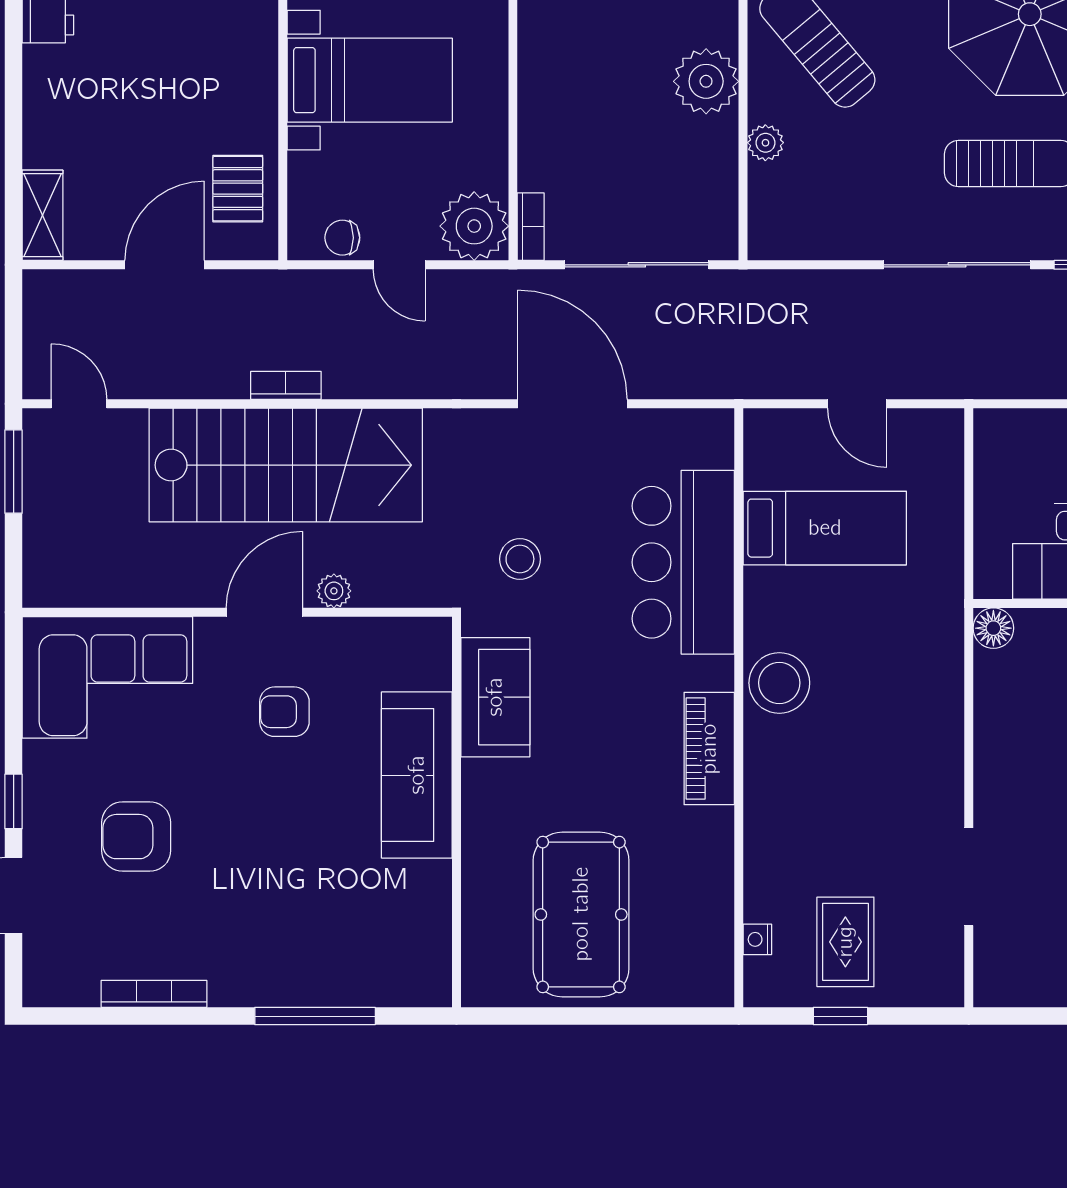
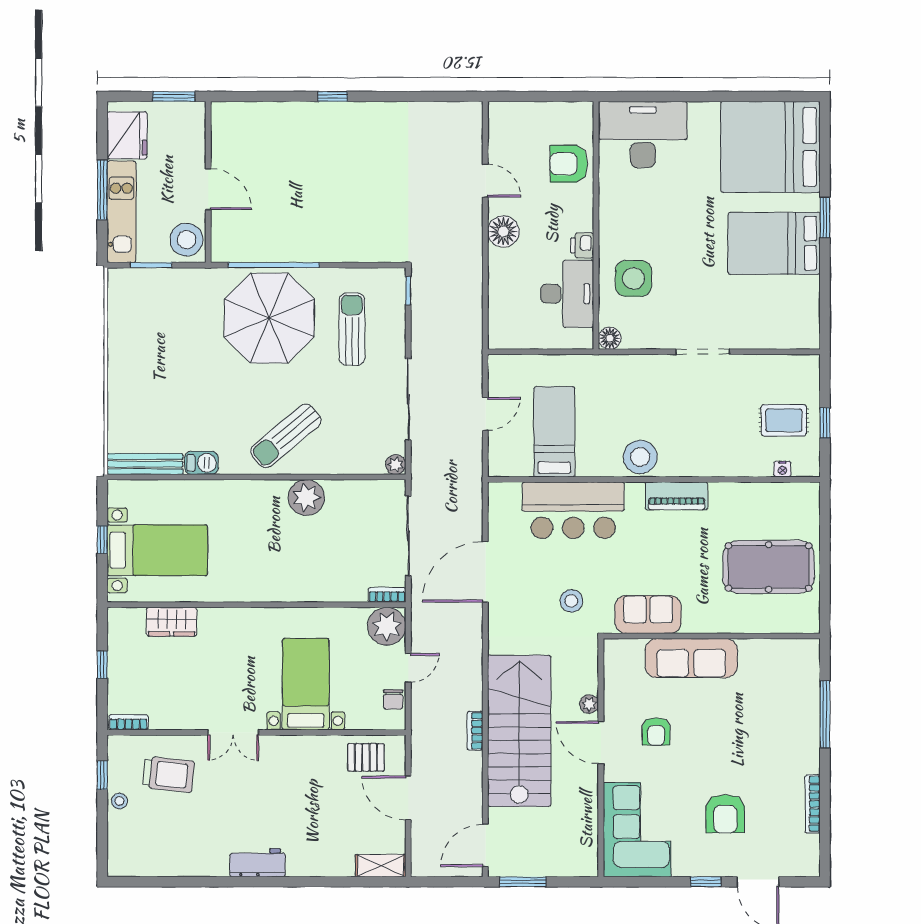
plant: (765, 143) -> (396, 465), moved
sliding door: (957, 265) -> (408, 399), moved
door: (79, 404) -> (485, 845), width x1.38
doorway: (969, 877) -> (703, 352), moved

